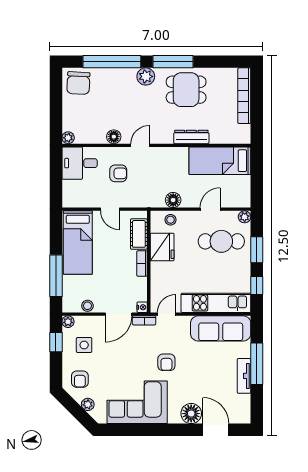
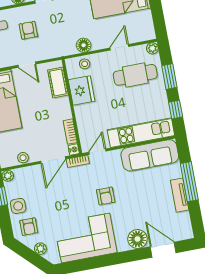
armchair: (118, 173) -> (28, 30), turned -90
bookcase: (142, 263) -> (70, 132), moved
side table: (84, 345) -> (18, 206), moved

